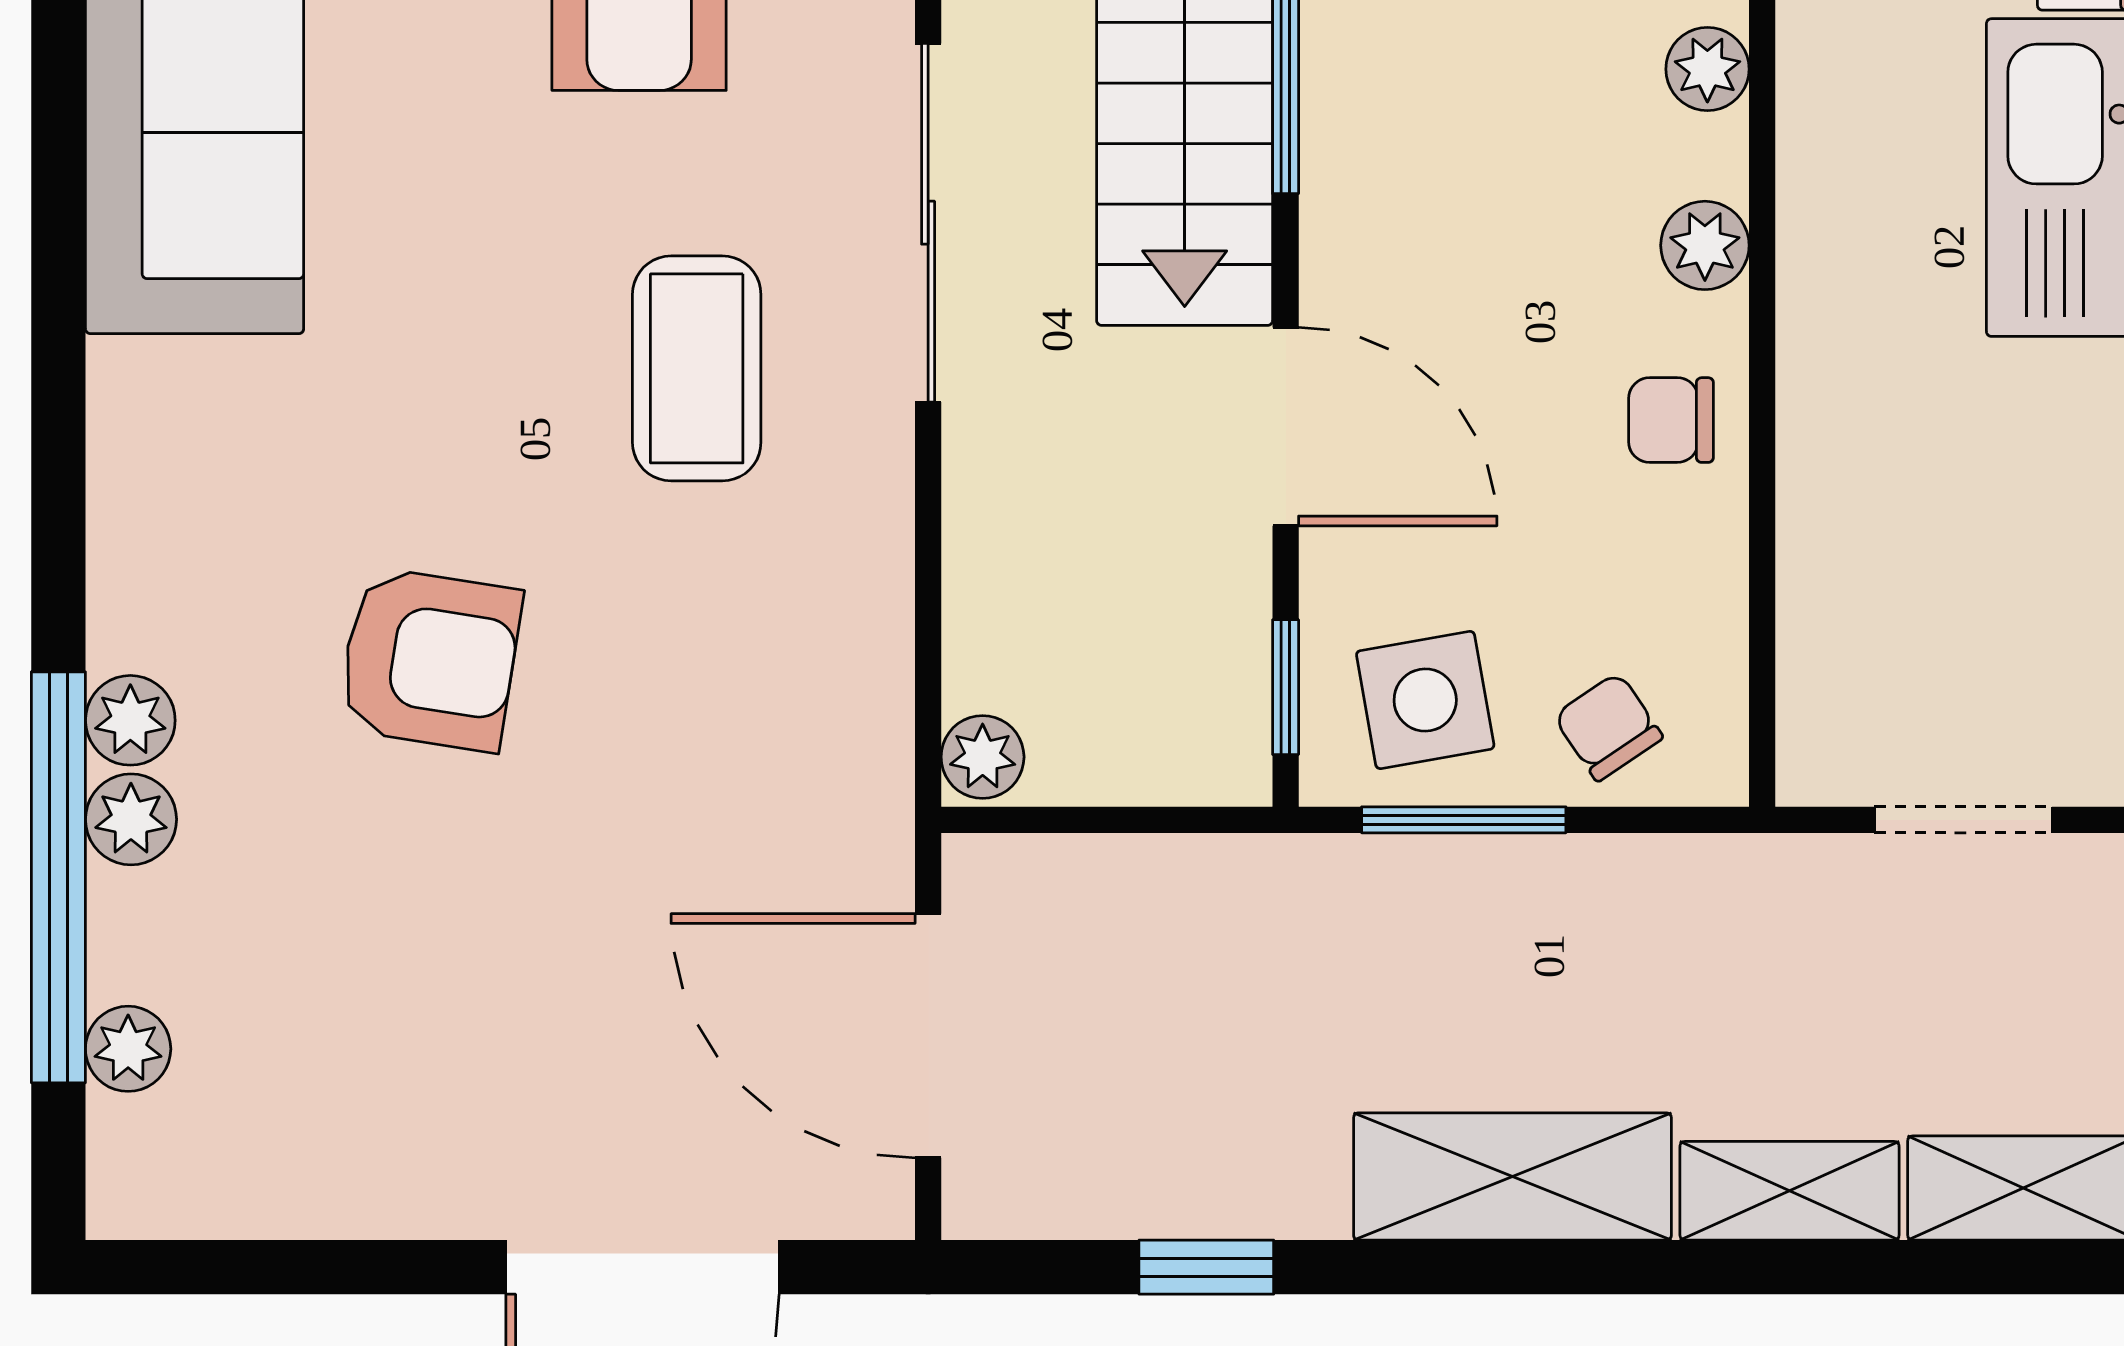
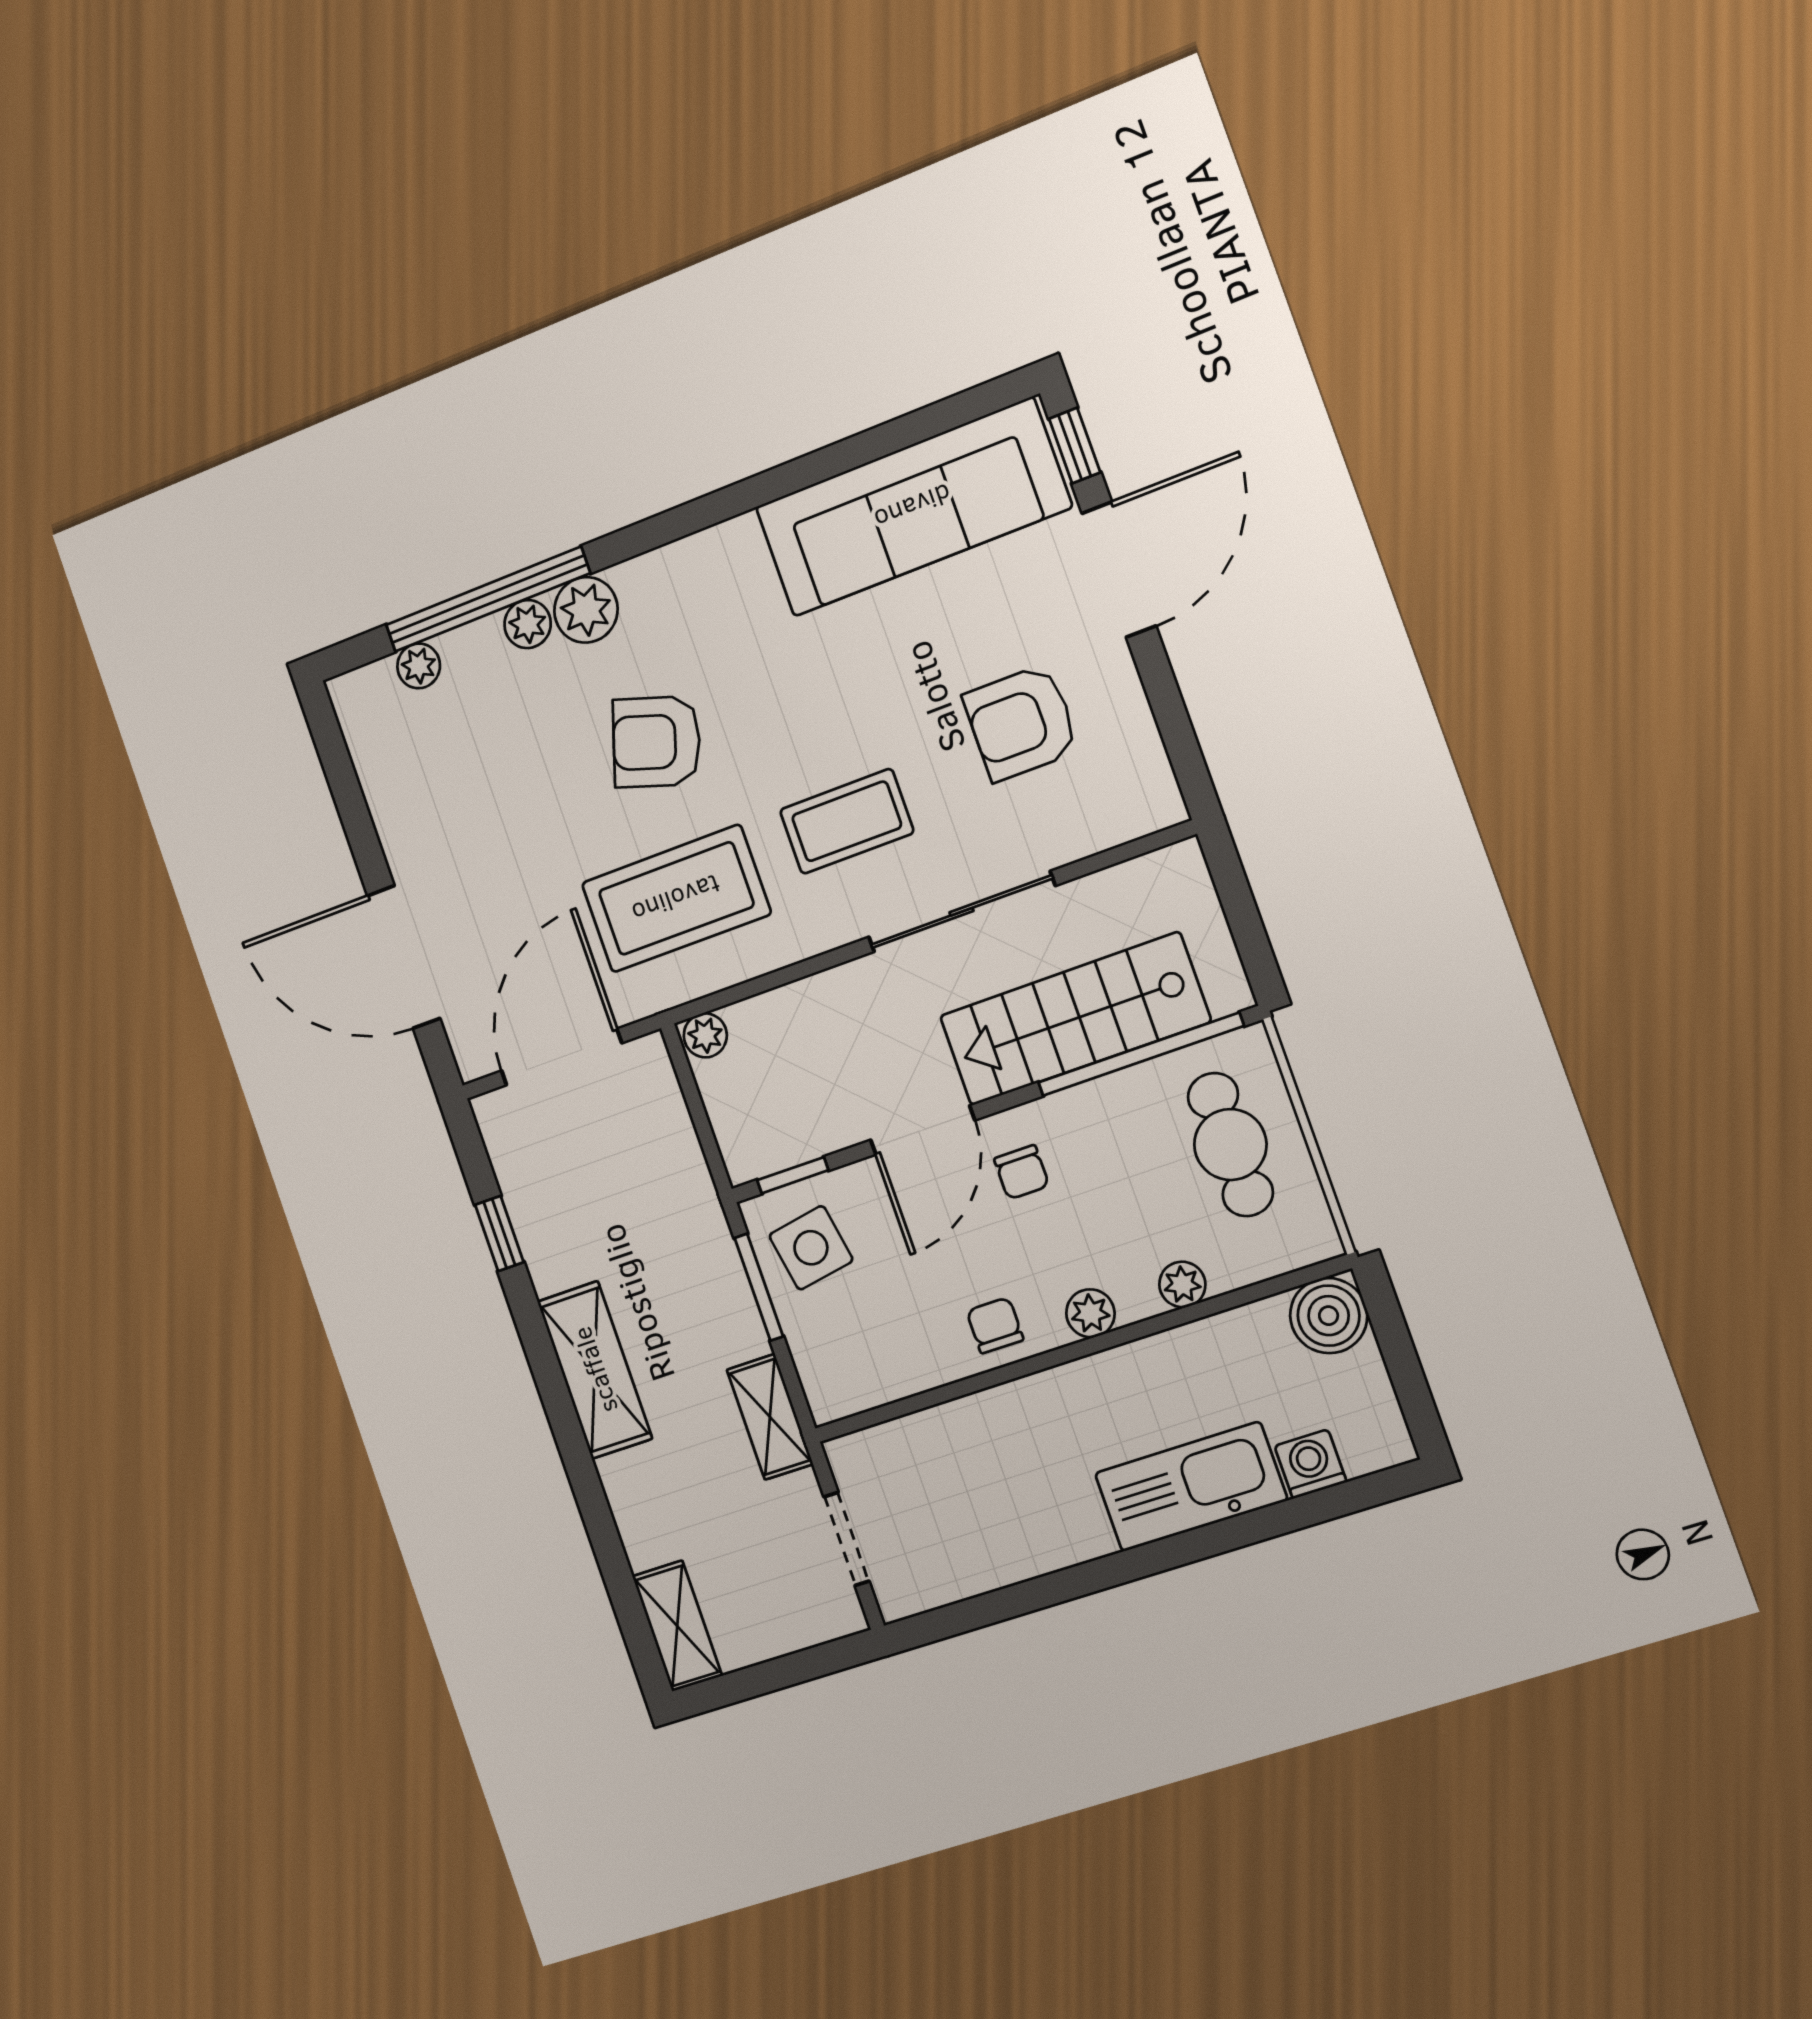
armchair: (430, 659) -> (656, 742), turned 99
plant: (130, 720) -> (586, 610), width x1.38, depth x1.38
coffee table: (721, 723) -> (676, 899), added
chair: (1608, 727) -> (1022, 1172), moved, turned 124
shelving: (1790, 1191) -> (770, 1417), moved

